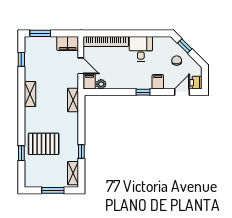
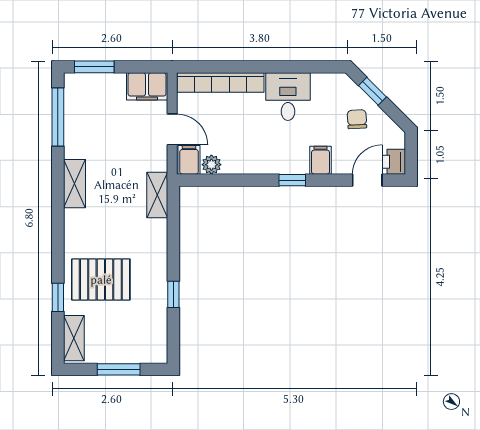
window: (21, 59) -> (58, 117), width x2.17
shelving: (73, 173) -> (74, 338), moved

